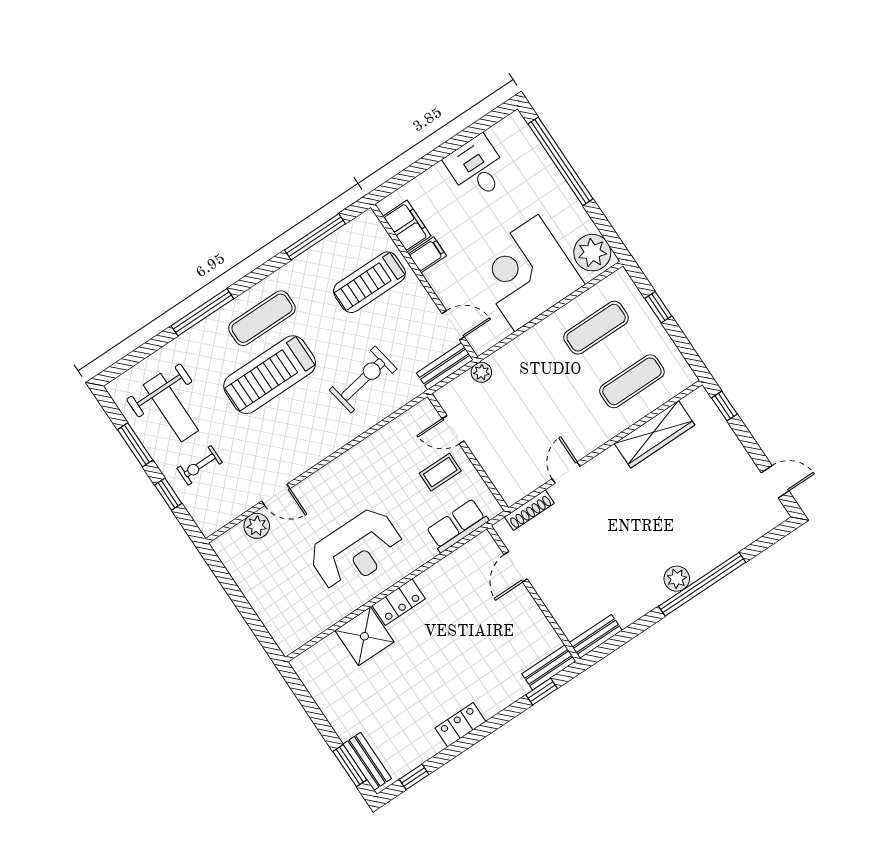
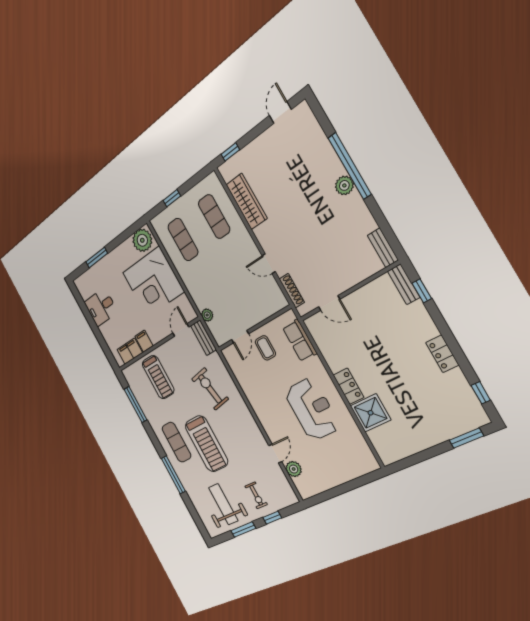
window: (561, 161) -> (97, 258), width x0.47
weight bench: (171, 408) -> (223, 504), turned -90
bench: (367, 761) -> (464, 425), removed

